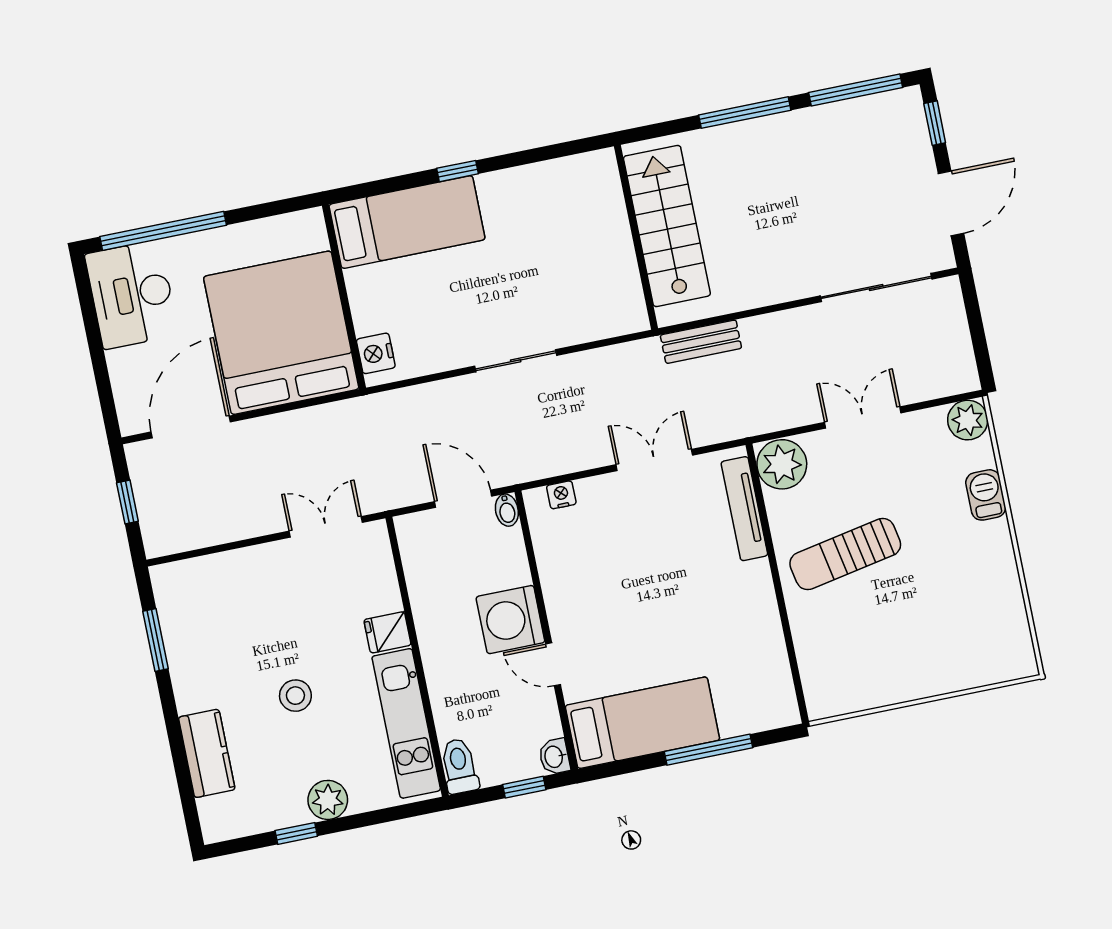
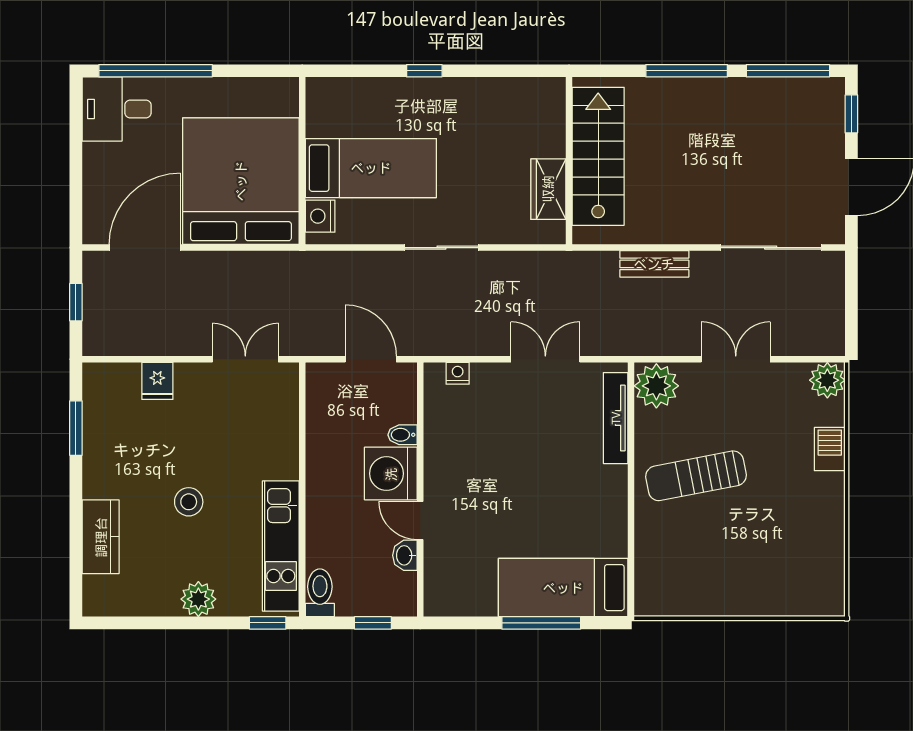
bed: (407, 222) -> (371, 168), moved
wardrobe: (620, 273) -> (548, 189), added
desk: (132, 295) -> (117, 109), width x0.73
bench: (701, 342) -> (654, 264), moved
bidet: (507, 510) -> (402, 435), moved, turned 90
fridge: (387, 632) -> (157, 381), moved, turned -90
bed: (642, 723) -> (563, 588), moved, turned 180
washbasin: (554, 757) -> (405, 555), moved
window: (296, 833) -> (268, 623), moved

